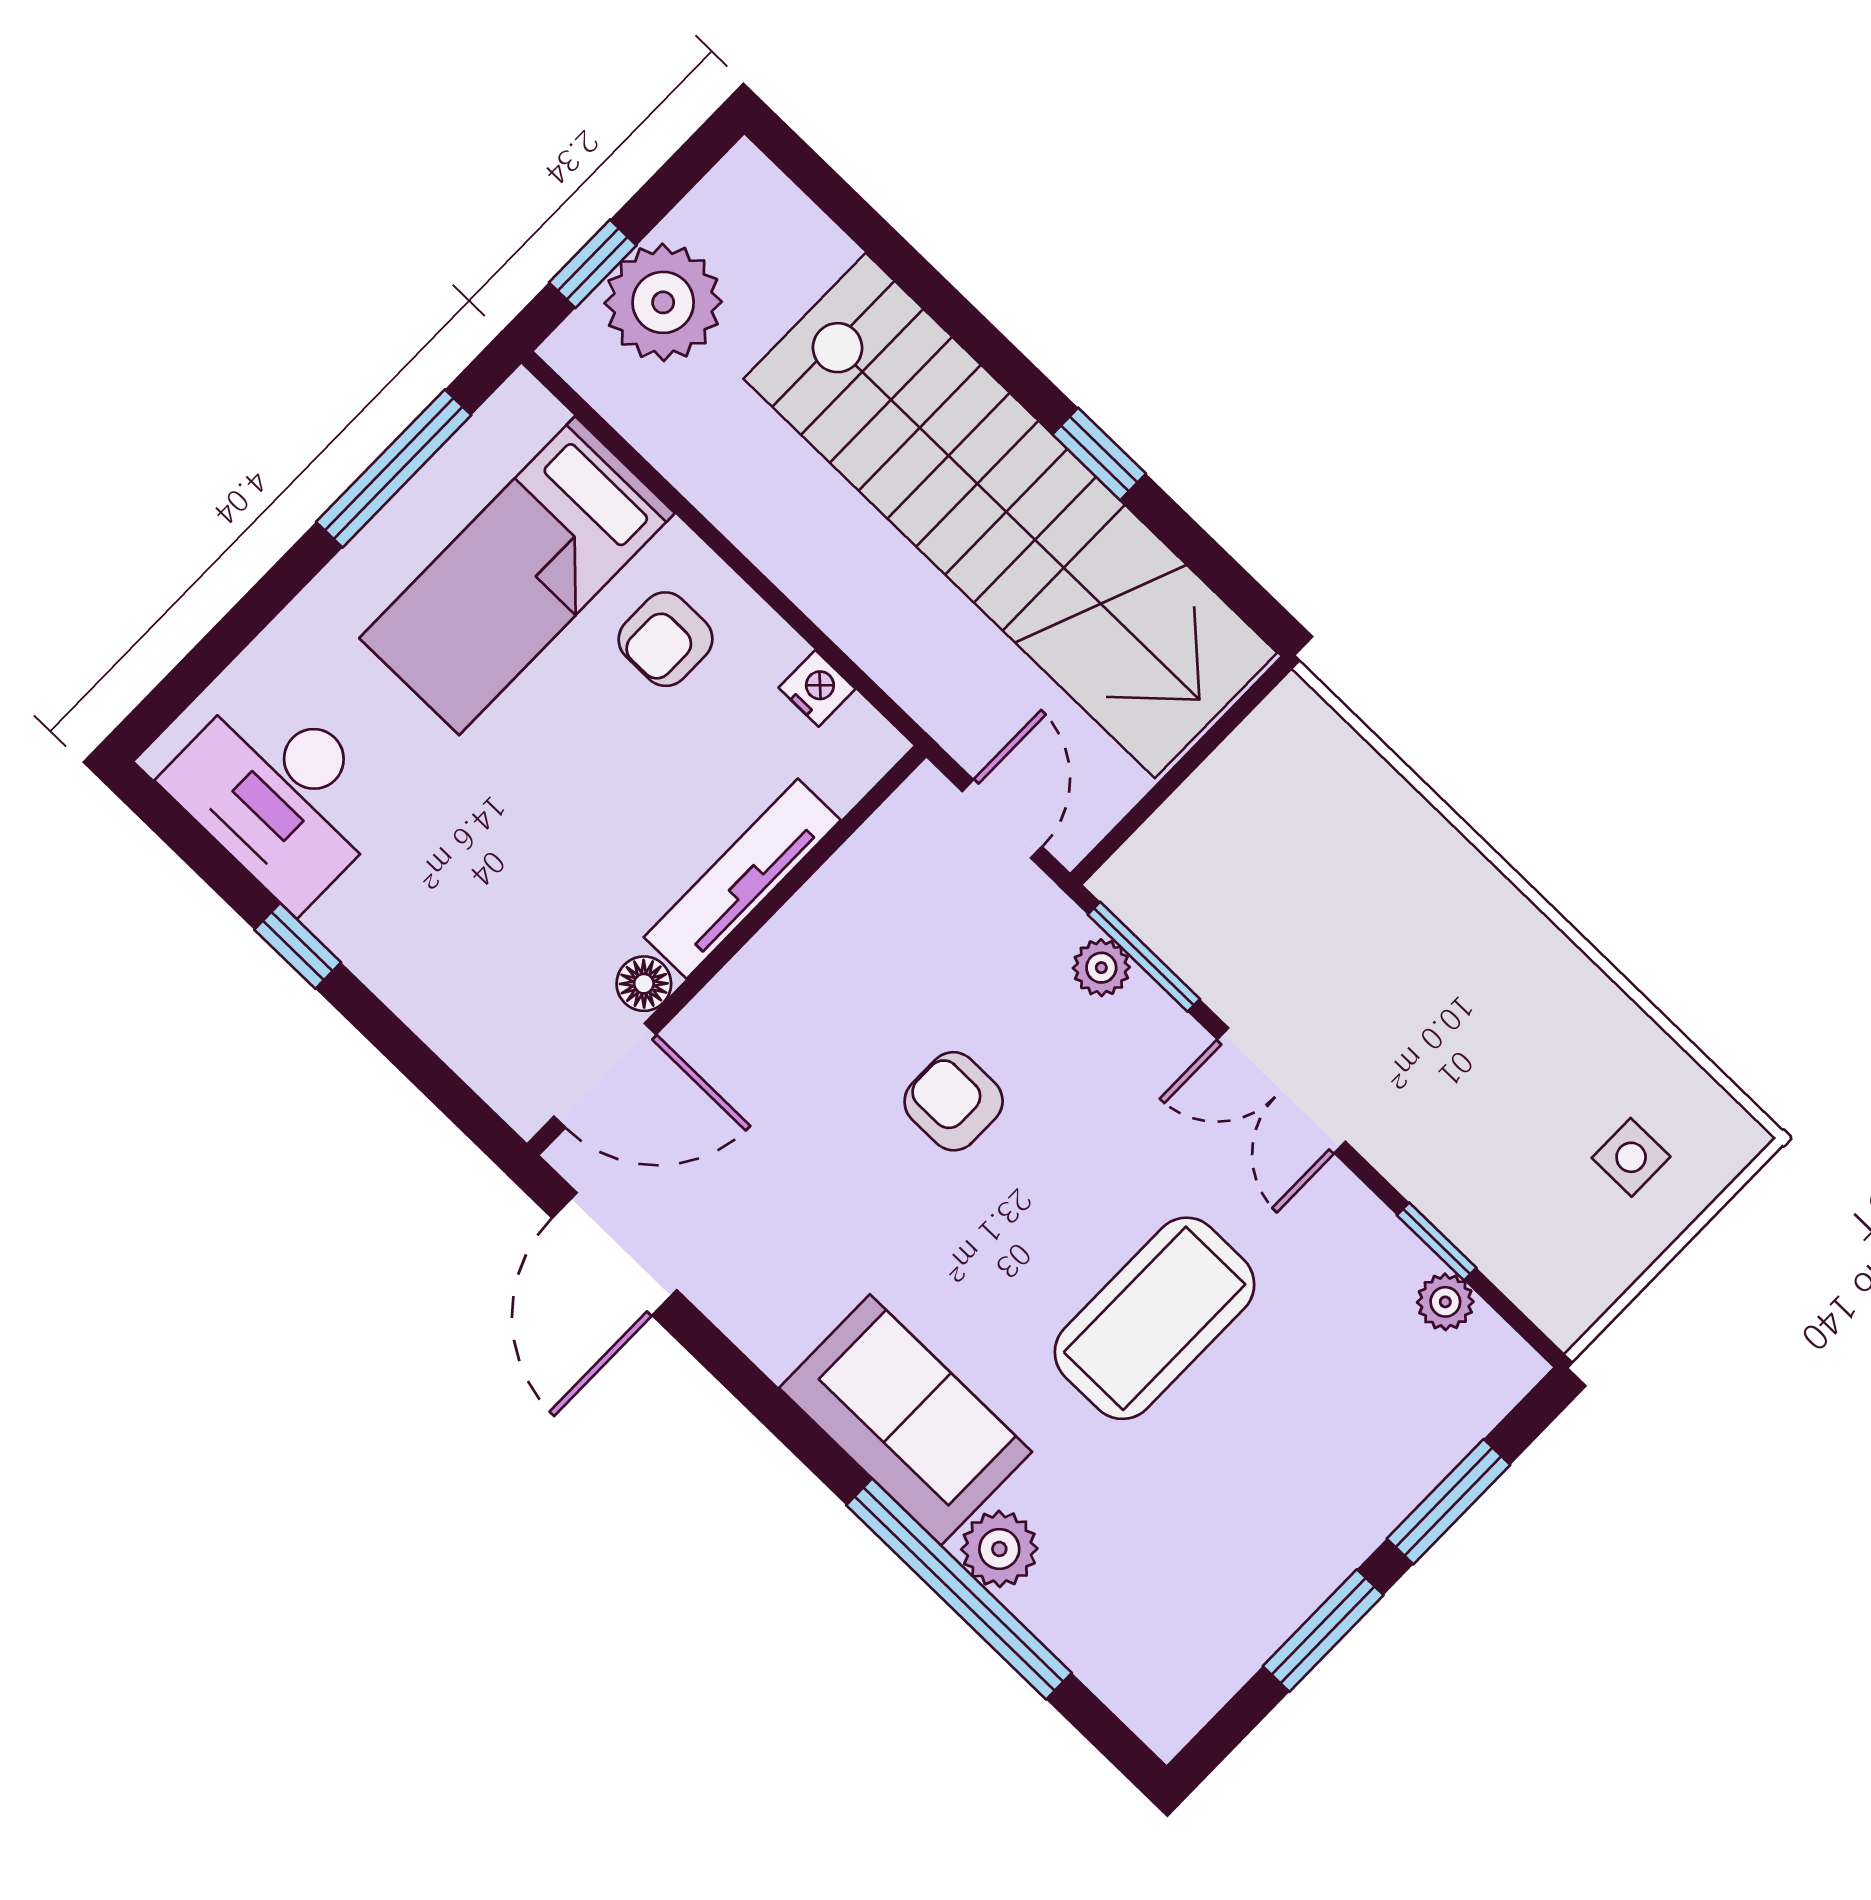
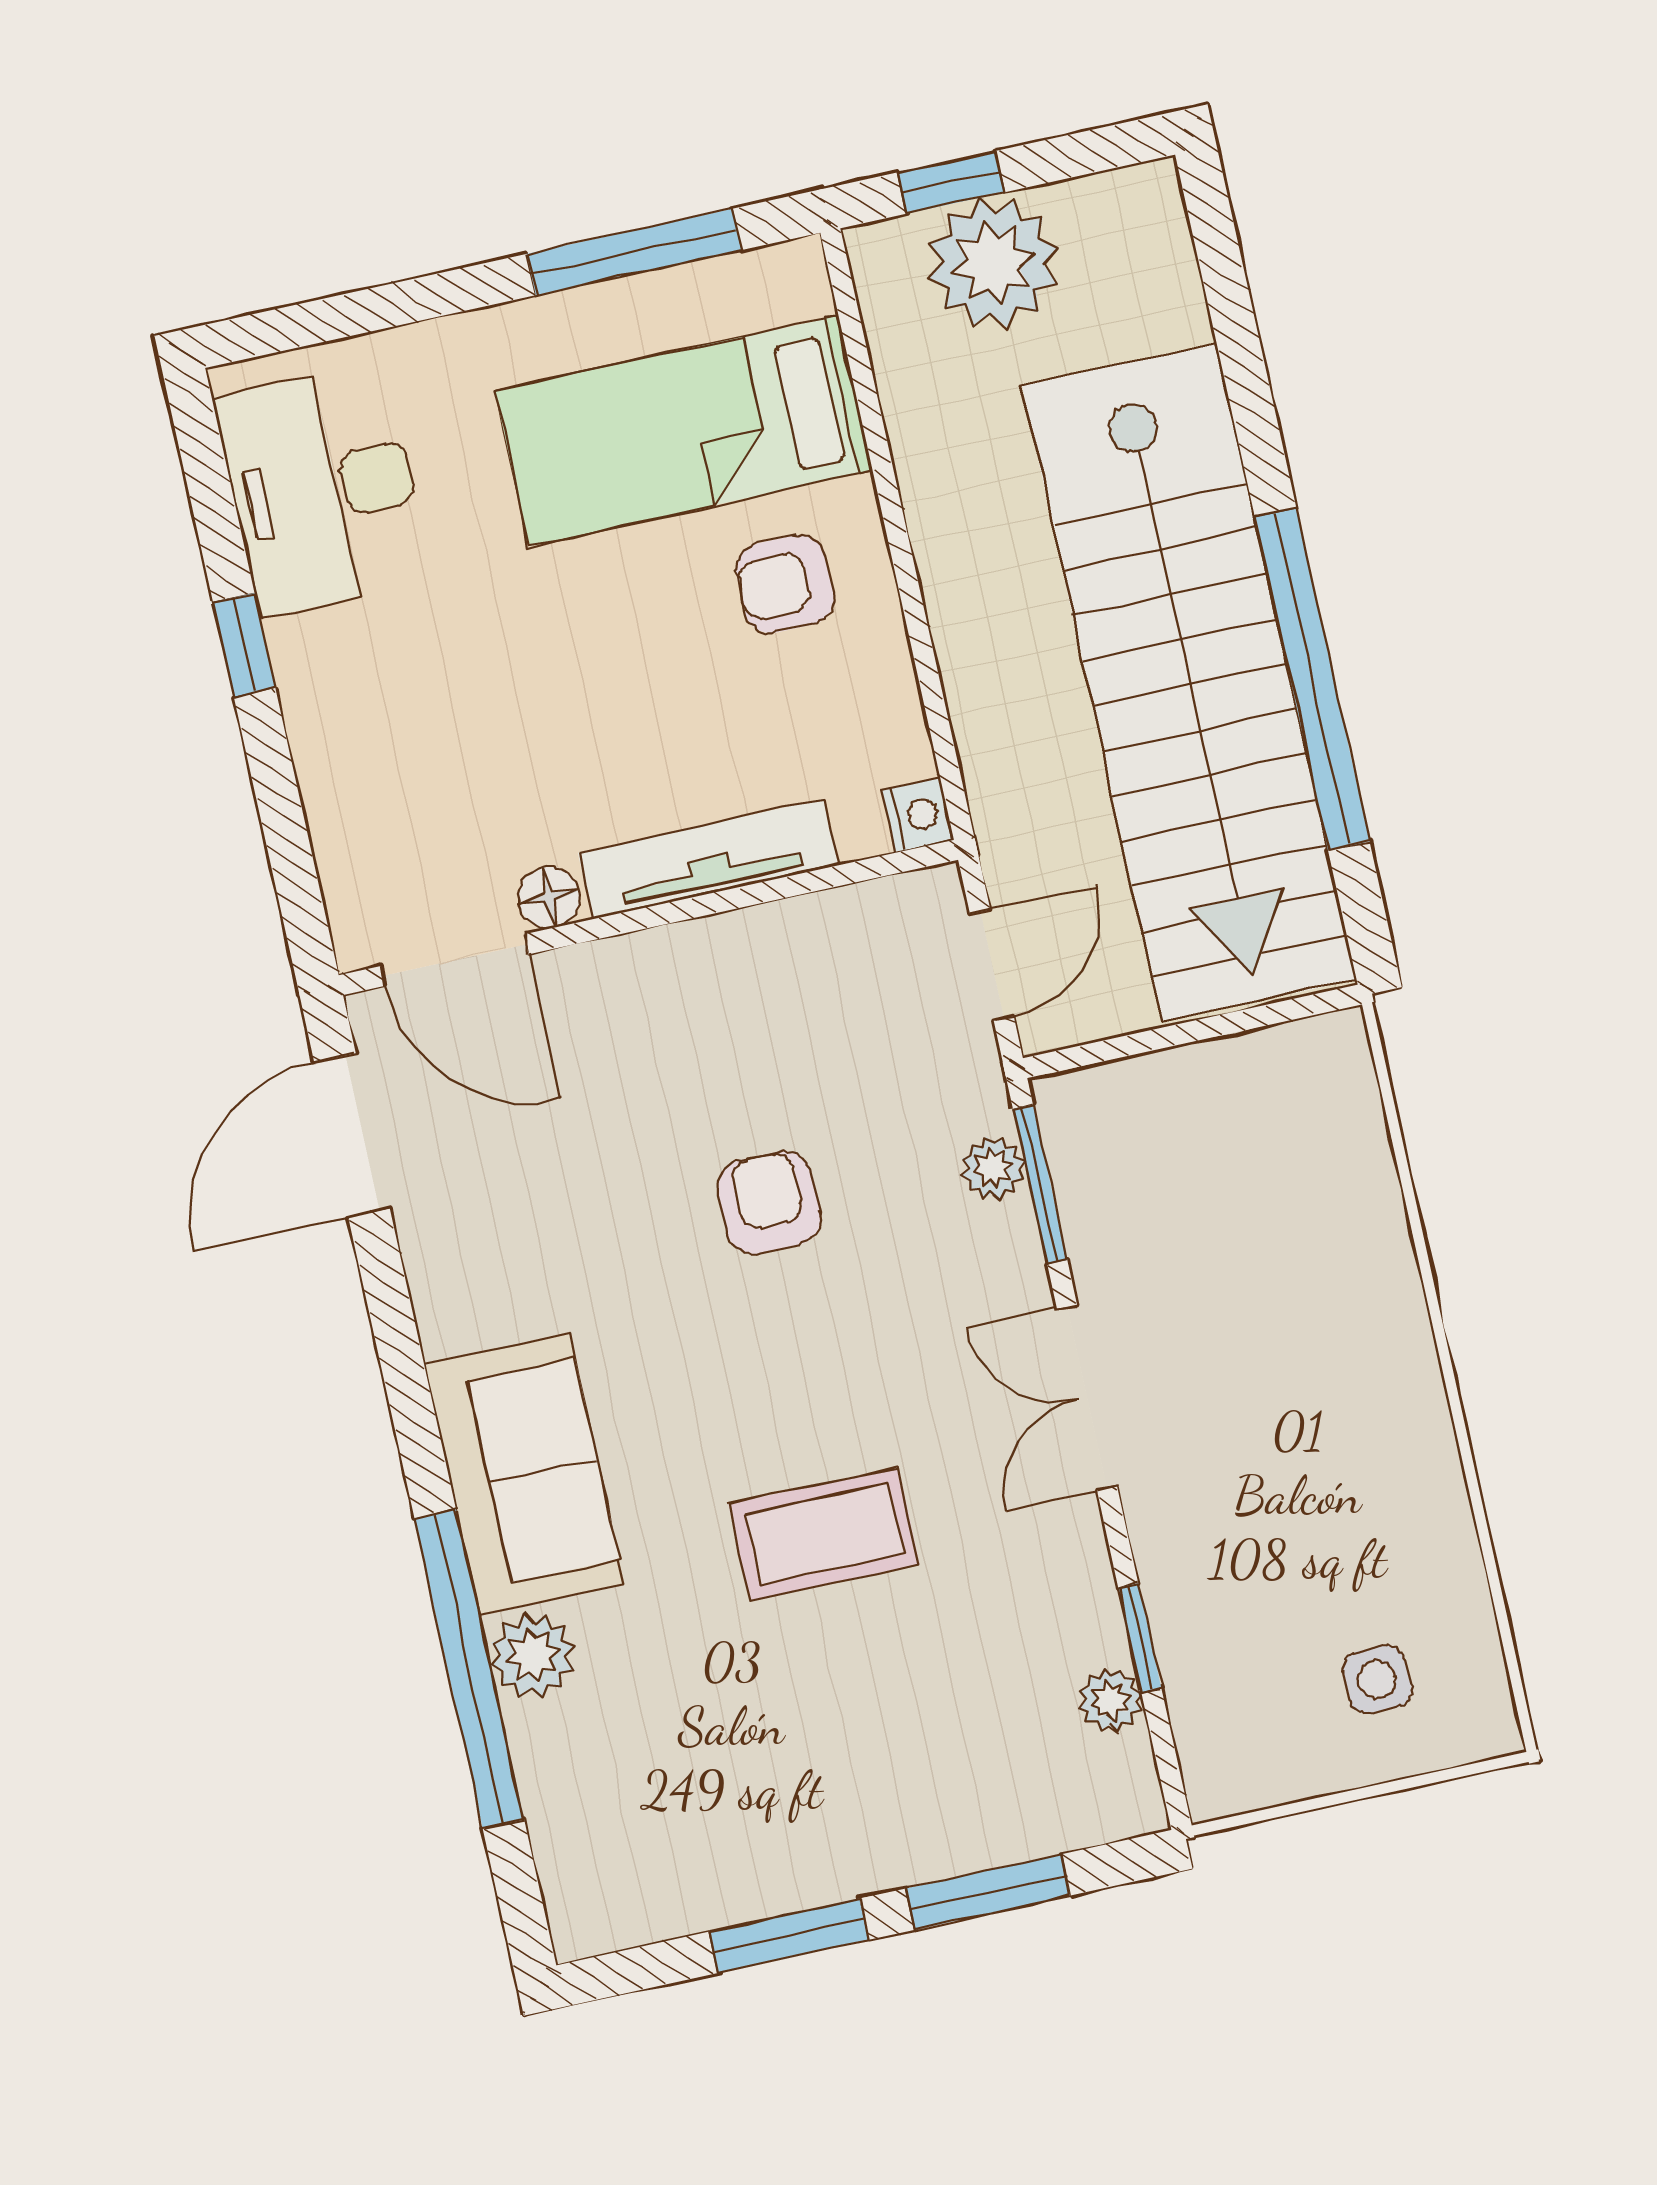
window: (1099, 454) -> (1312, 680), width x3.17
nightstand: (817, 688) -> (918, 815), moved
coffee table: (1154, 1318) -> (824, 1534), width x0.73, depth x0.76

